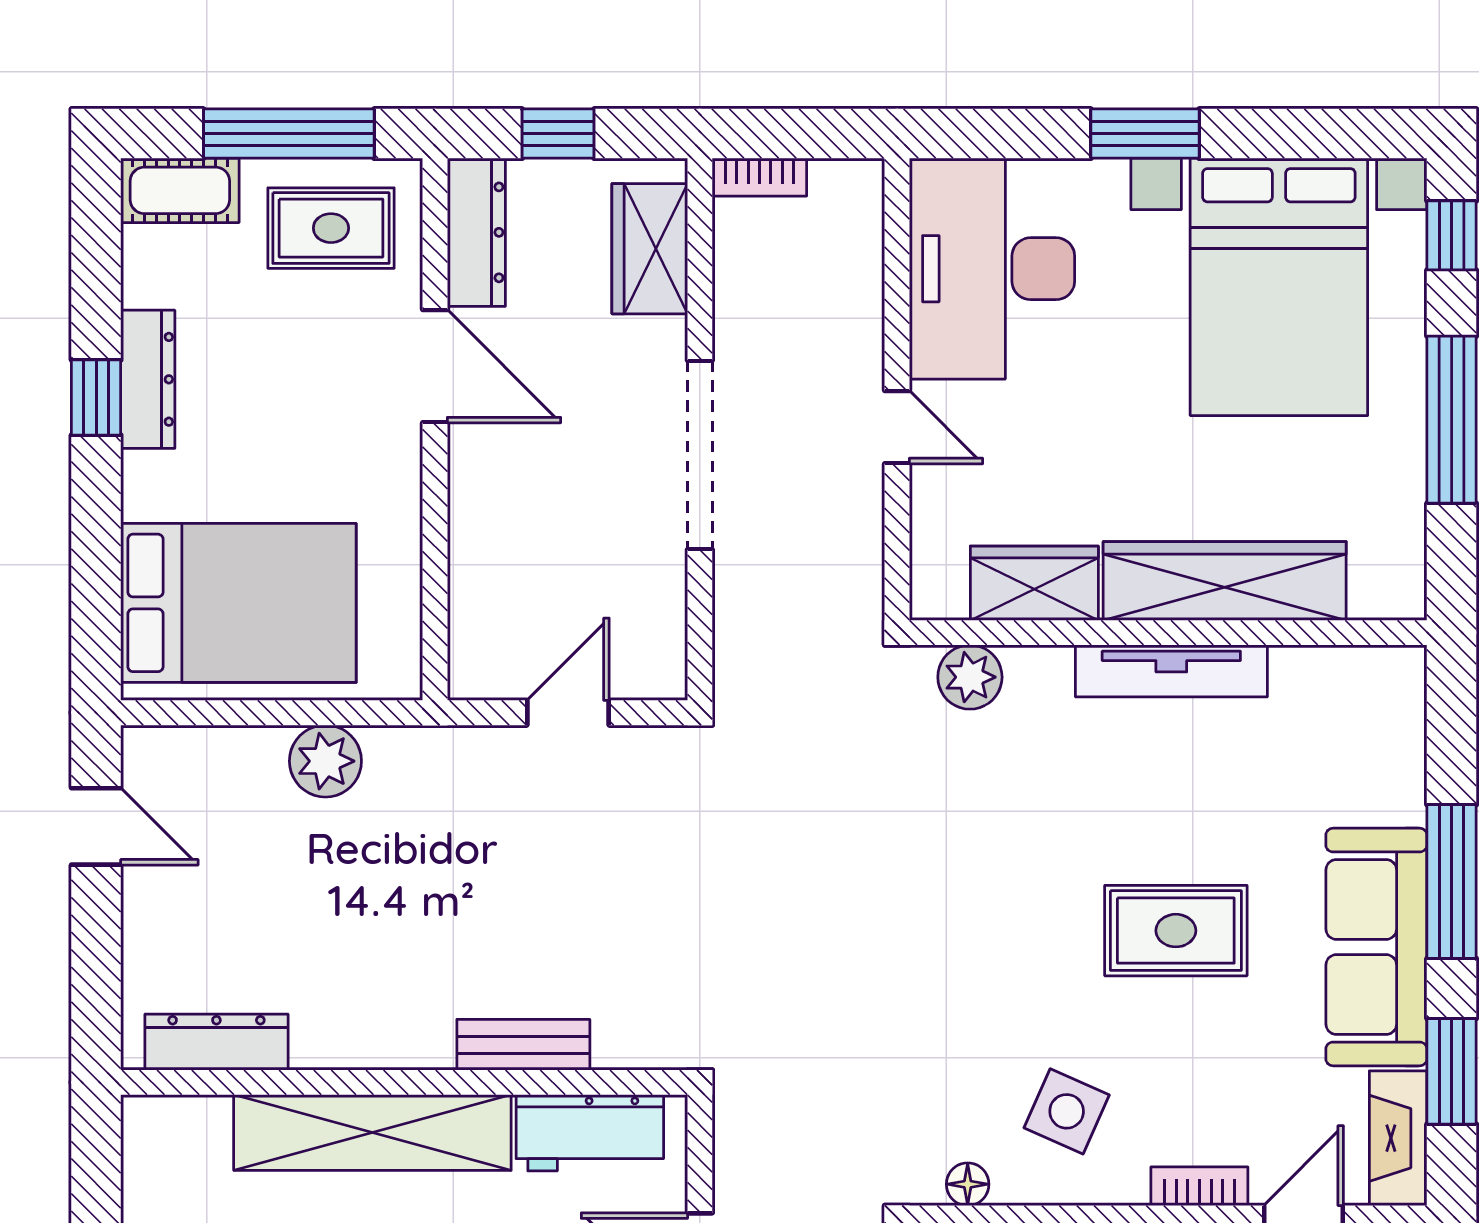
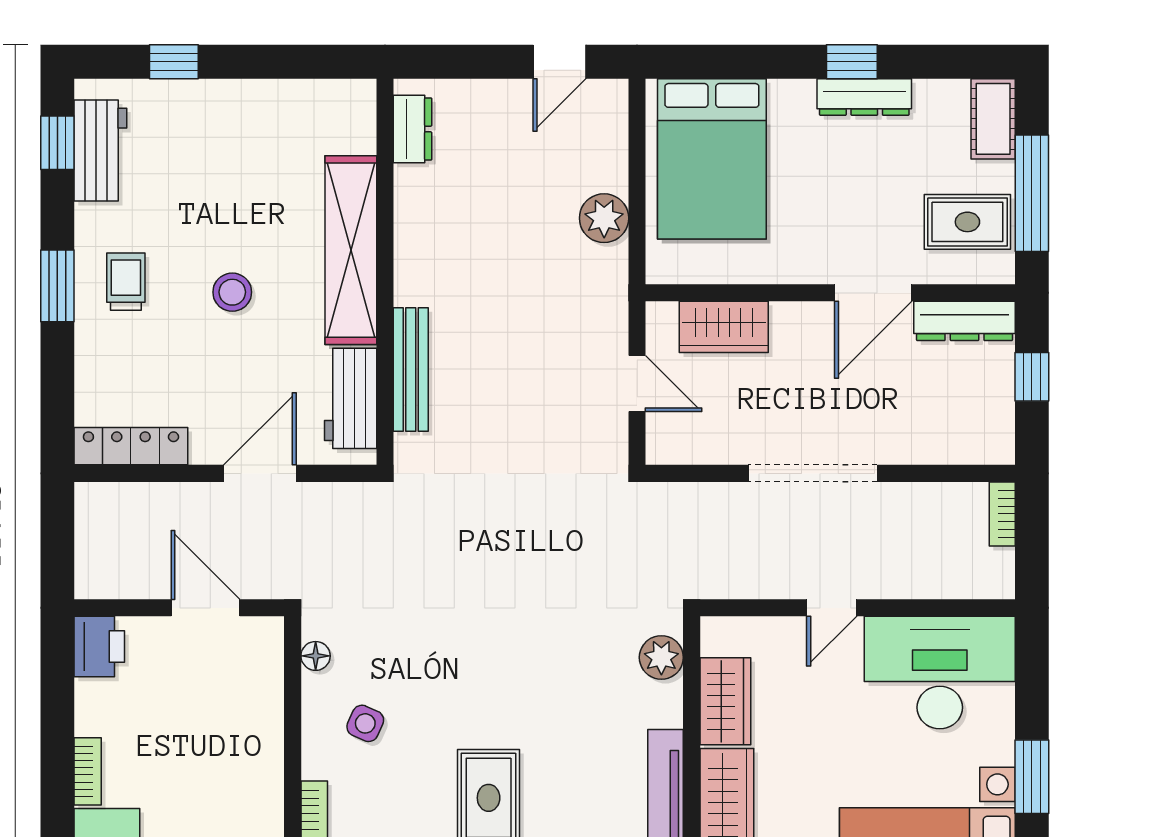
rug: (331, 228) -> (967, 222), turned 90
wardrobe: (650, 249) -> (724, 327), moved, turned 180
dresser: (216, 1042) -> (413, 129), width x0.70
bench: (523, 1045) -> (411, 369), width x1.36
side table: (1067, 1111) -> (365, 723), width x0.73, depth x0.73

